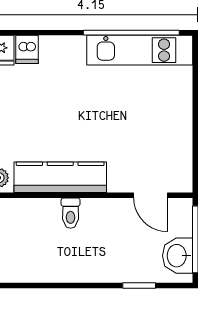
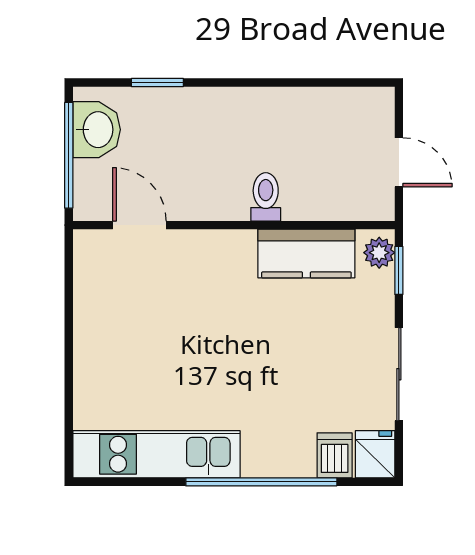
window: (131, 33) -> (261, 482), moved
kitchen counter: (60, 177) -> (306, 253), width x0.67

